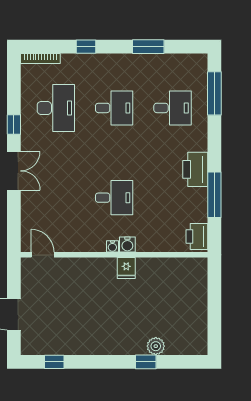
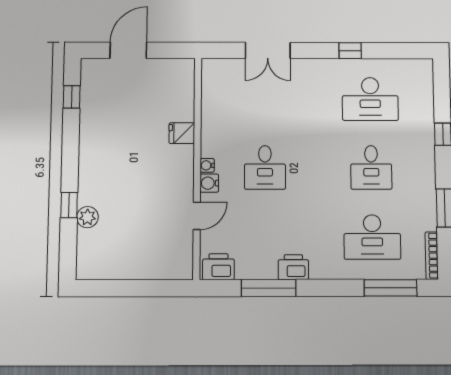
bookcase: (40, 58) -> (432, 256), moved
desk: (172, 108) -> (372, 237), width x1.37
printer: (195, 169) -> (293, 267), width x0.73, depth x0.84
double door: (14, 171) -> (268, 50), moved
door: (43, 255) -> (197, 216), moved
fridge: (126, 268) -> (182, 133), moved

